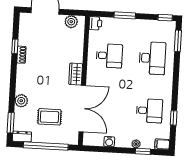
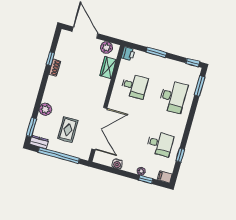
wardrobe: (76, 74) -> (108, 68), moved
rug: (49, 117) -> (68, 130), turned 90

